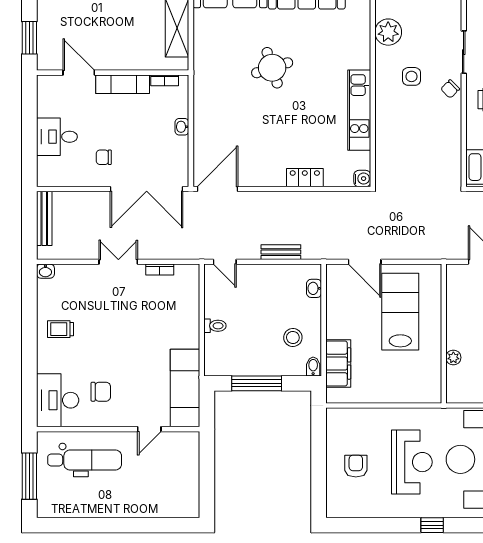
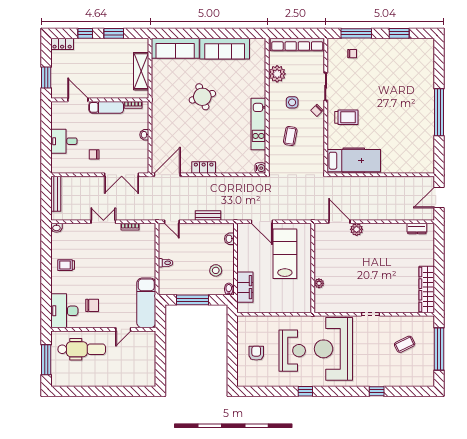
coffee table: (409, 129) -> (290, 136), added
locker: (305, 178) -> (204, 168), moved
double door: (147, 189) -> (122, 175), width x0.73

